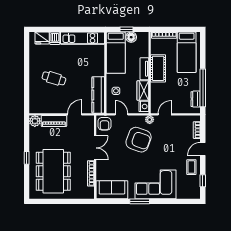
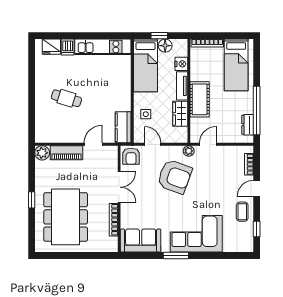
cot: (158, 68) -> (200, 99), moved
kitchen counter: (98, 95) -> (123, 127), width x0.67
nightstand: (144, 106) -> (181, 64), moved

